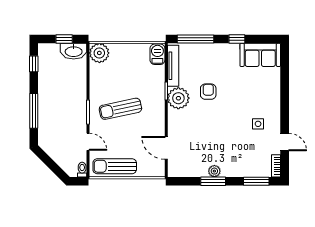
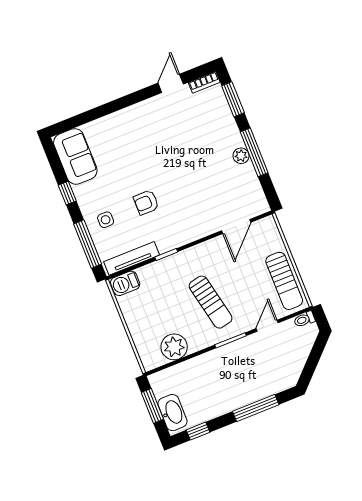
window: (64, 39) -> (152, 406), width x1.50
washbasin: (74, 51) -> (172, 413), moved
plant: (99, 53) -> (174, 347), moved
plant: (178, 98) -> (169, 236), removed
side table: (258, 124) -> (106, 220), moved
window: (213, 181) -> (254, 152), width x1.44

